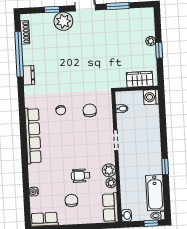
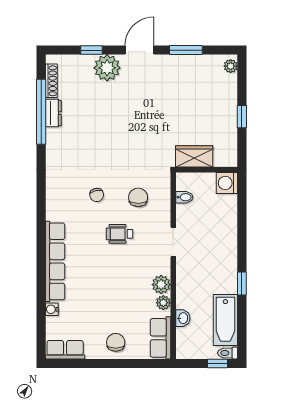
plant: (151, 41) -> (231, 66), moved
dresser: (29, 75) -> (53, 113), moved
wardrobe: (140, 79) -> (194, 156), moved
row of seats: (33, 136) -> (55, 261), moved
wheelchair: (81, 176) -> (120, 234), moved
chair: (71, 200) -> (116, 342), moved
washbasin: (126, 215) -> (183, 318), moved

